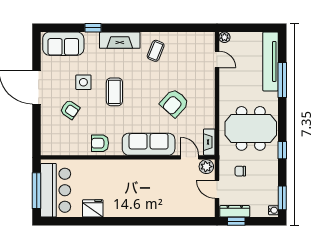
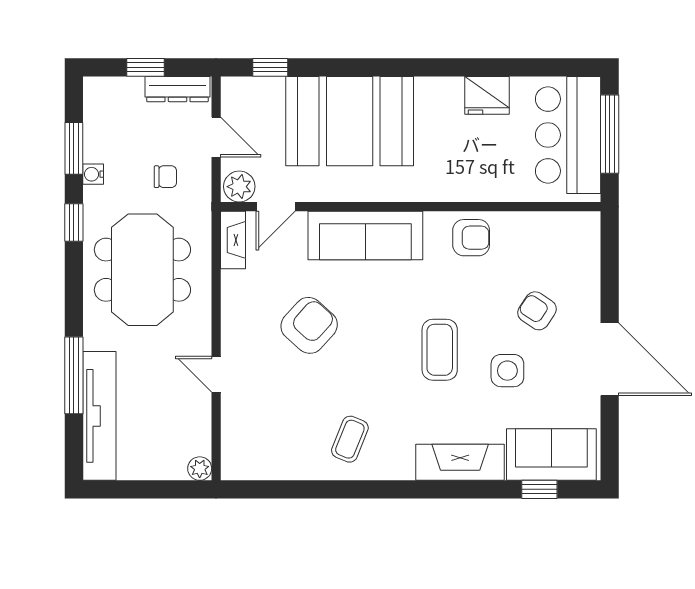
window: (93, 28) -> (539, 489), moved
fireplace: (120, 40) -> (460, 462), moved
door: (217, 59) -> (216, 374), moved
meeting table: (251, 128) -> (142, 270), turned 90
door: (190, 157) -> (276, 207), hinge flipped
booth: (156, 197) -> (350, 121), added
window: (282, 198) -> (74, 148), moved
water cooler: (273, 210) -> (93, 174), moved
window: (192, 221) -> (270, 67), added
window: (236, 221) -> (146, 67), moved

